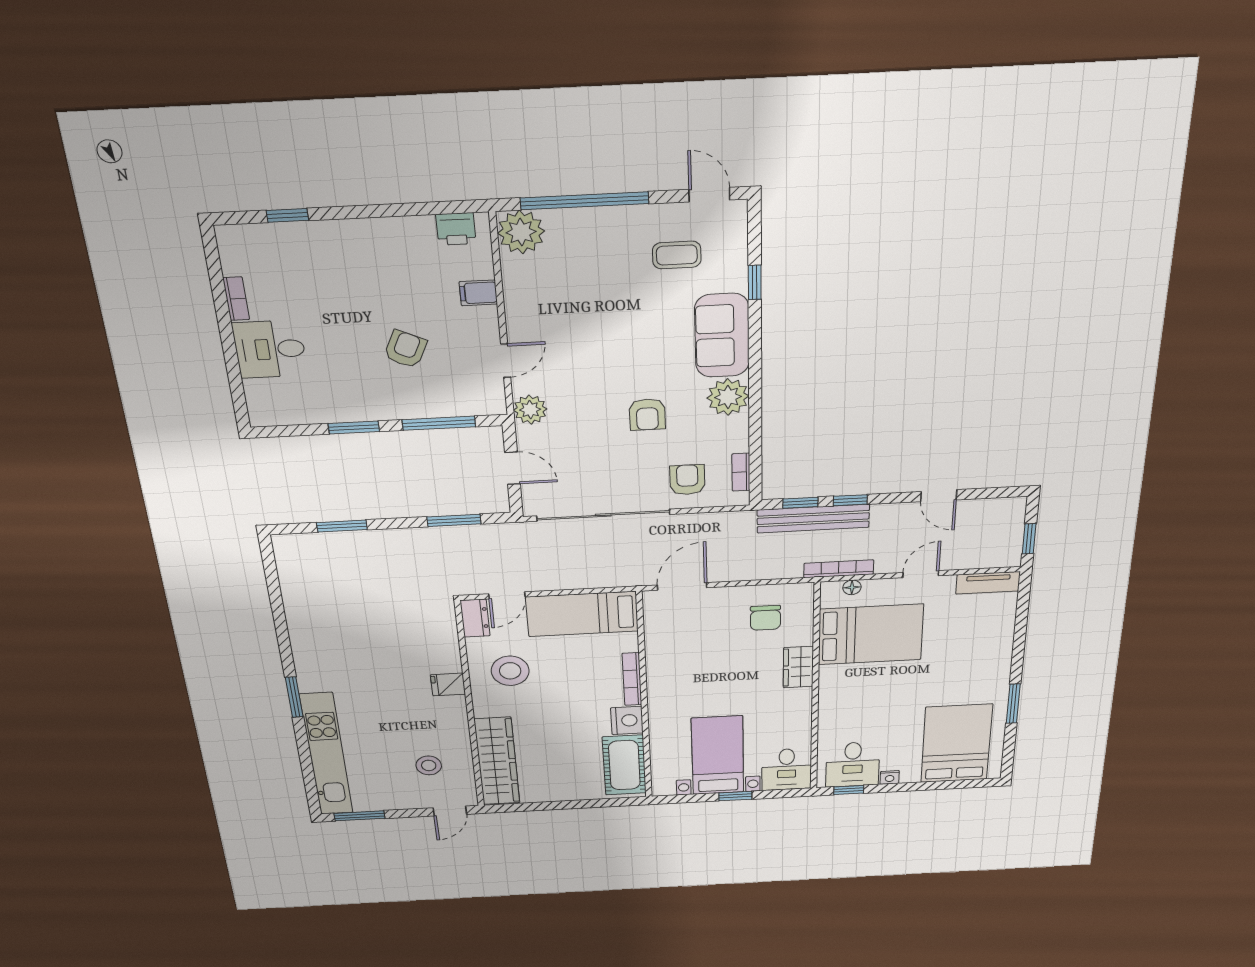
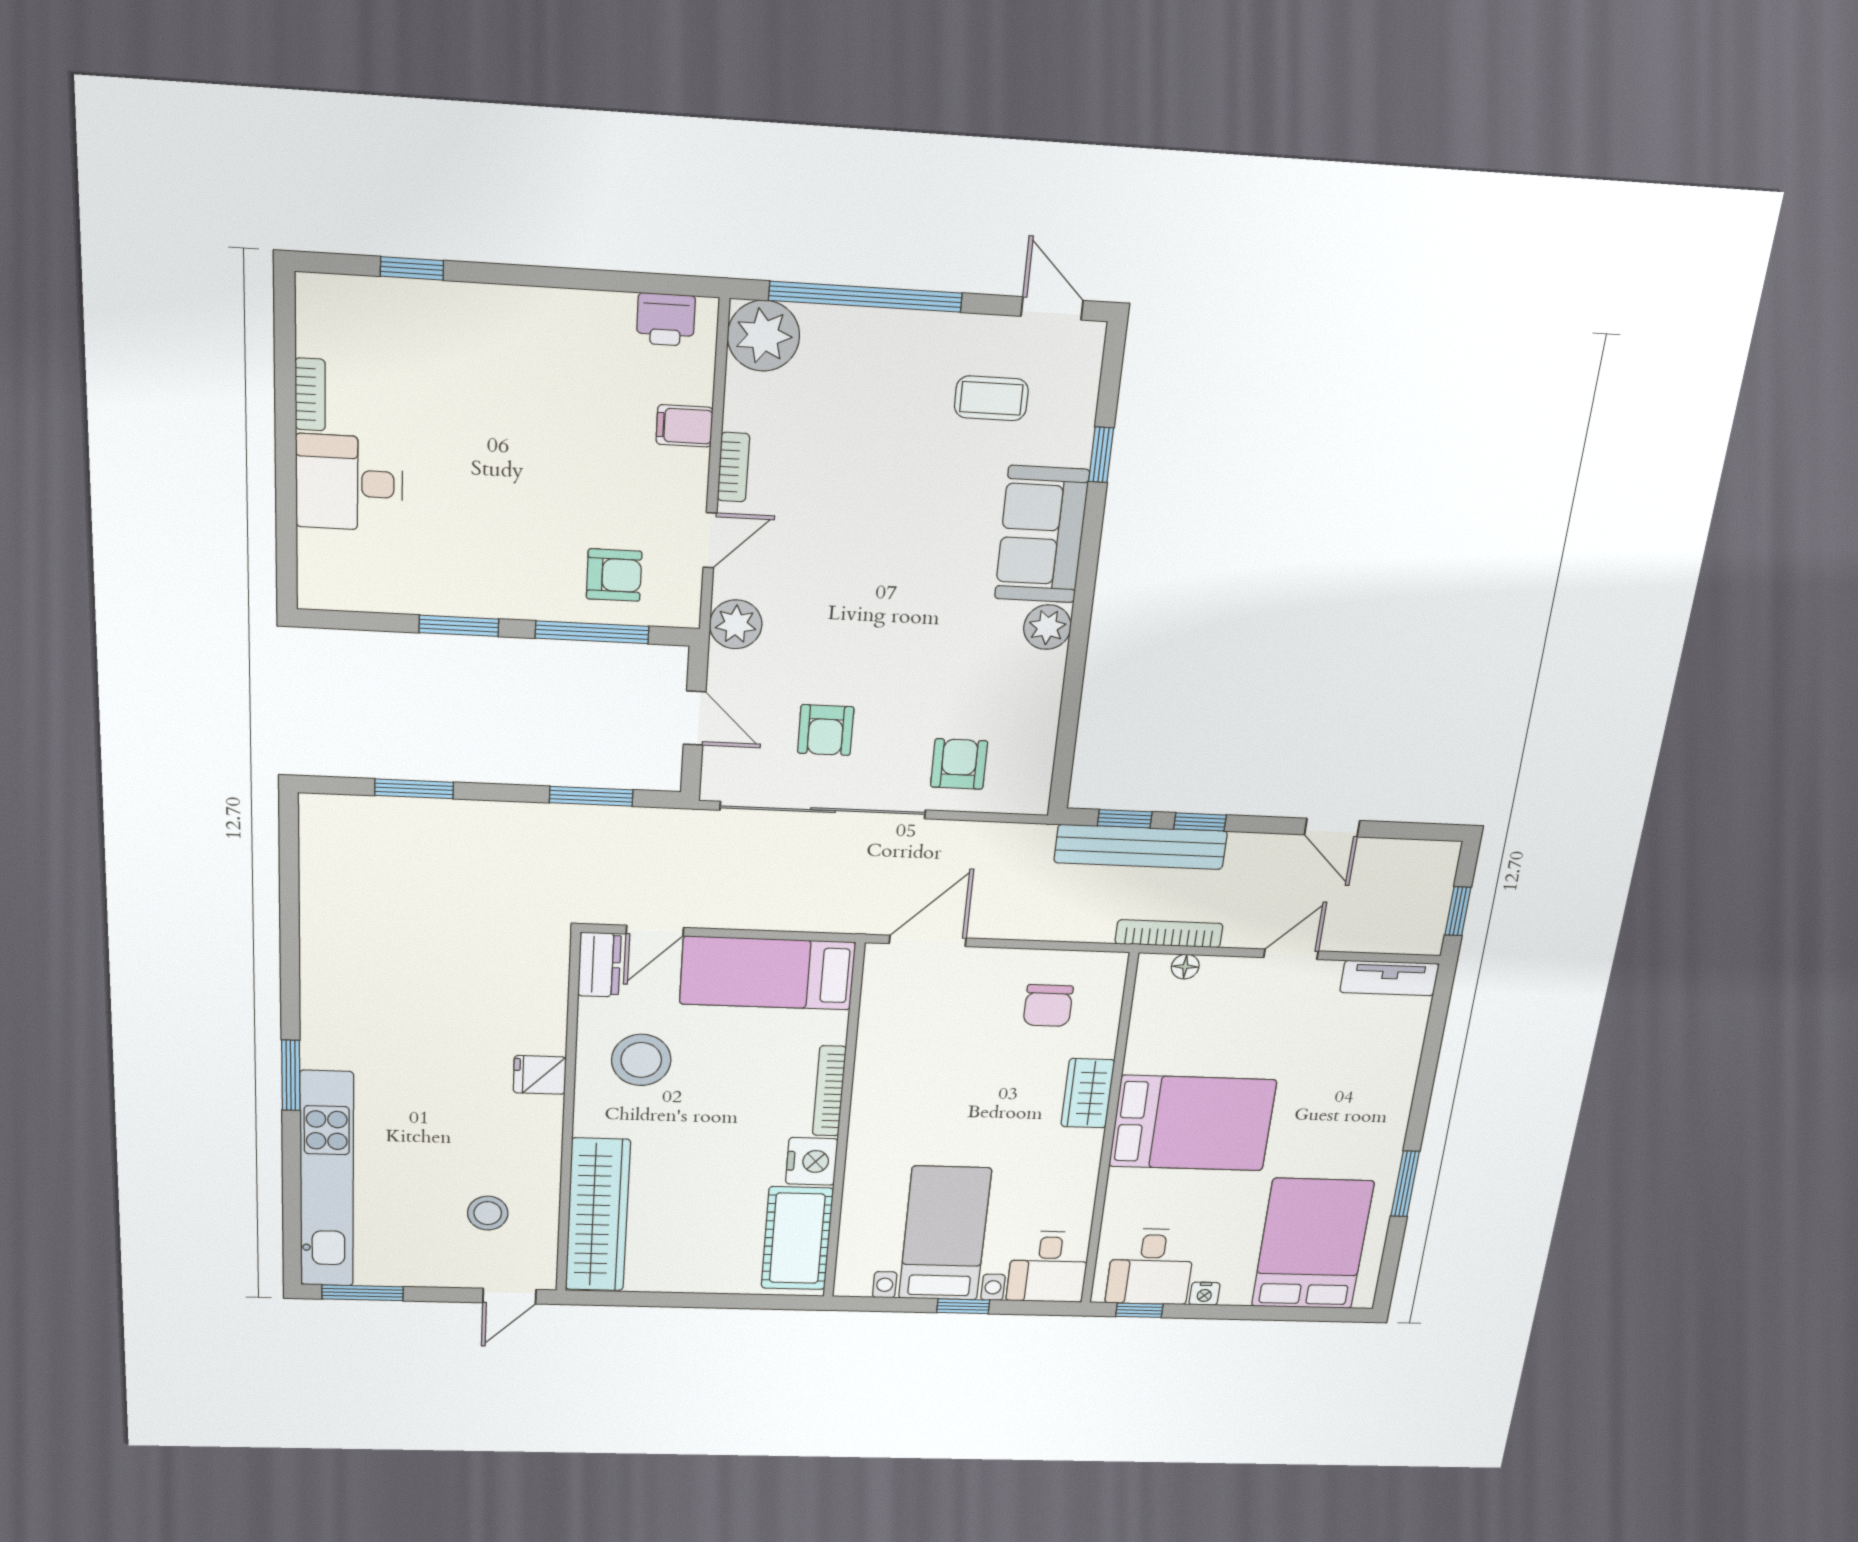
armchair: (405, 349) -> (614, 575), moved, turned 65
plant: (728, 397) -> (1047, 627), width x0.73, depth x0.73
armchair: (647, 415) -> (826, 730), moved
bookcase: (741, 472) -> (733, 467), moved, turned 180
bed: (871, 634) -> (1192, 1123), moved

